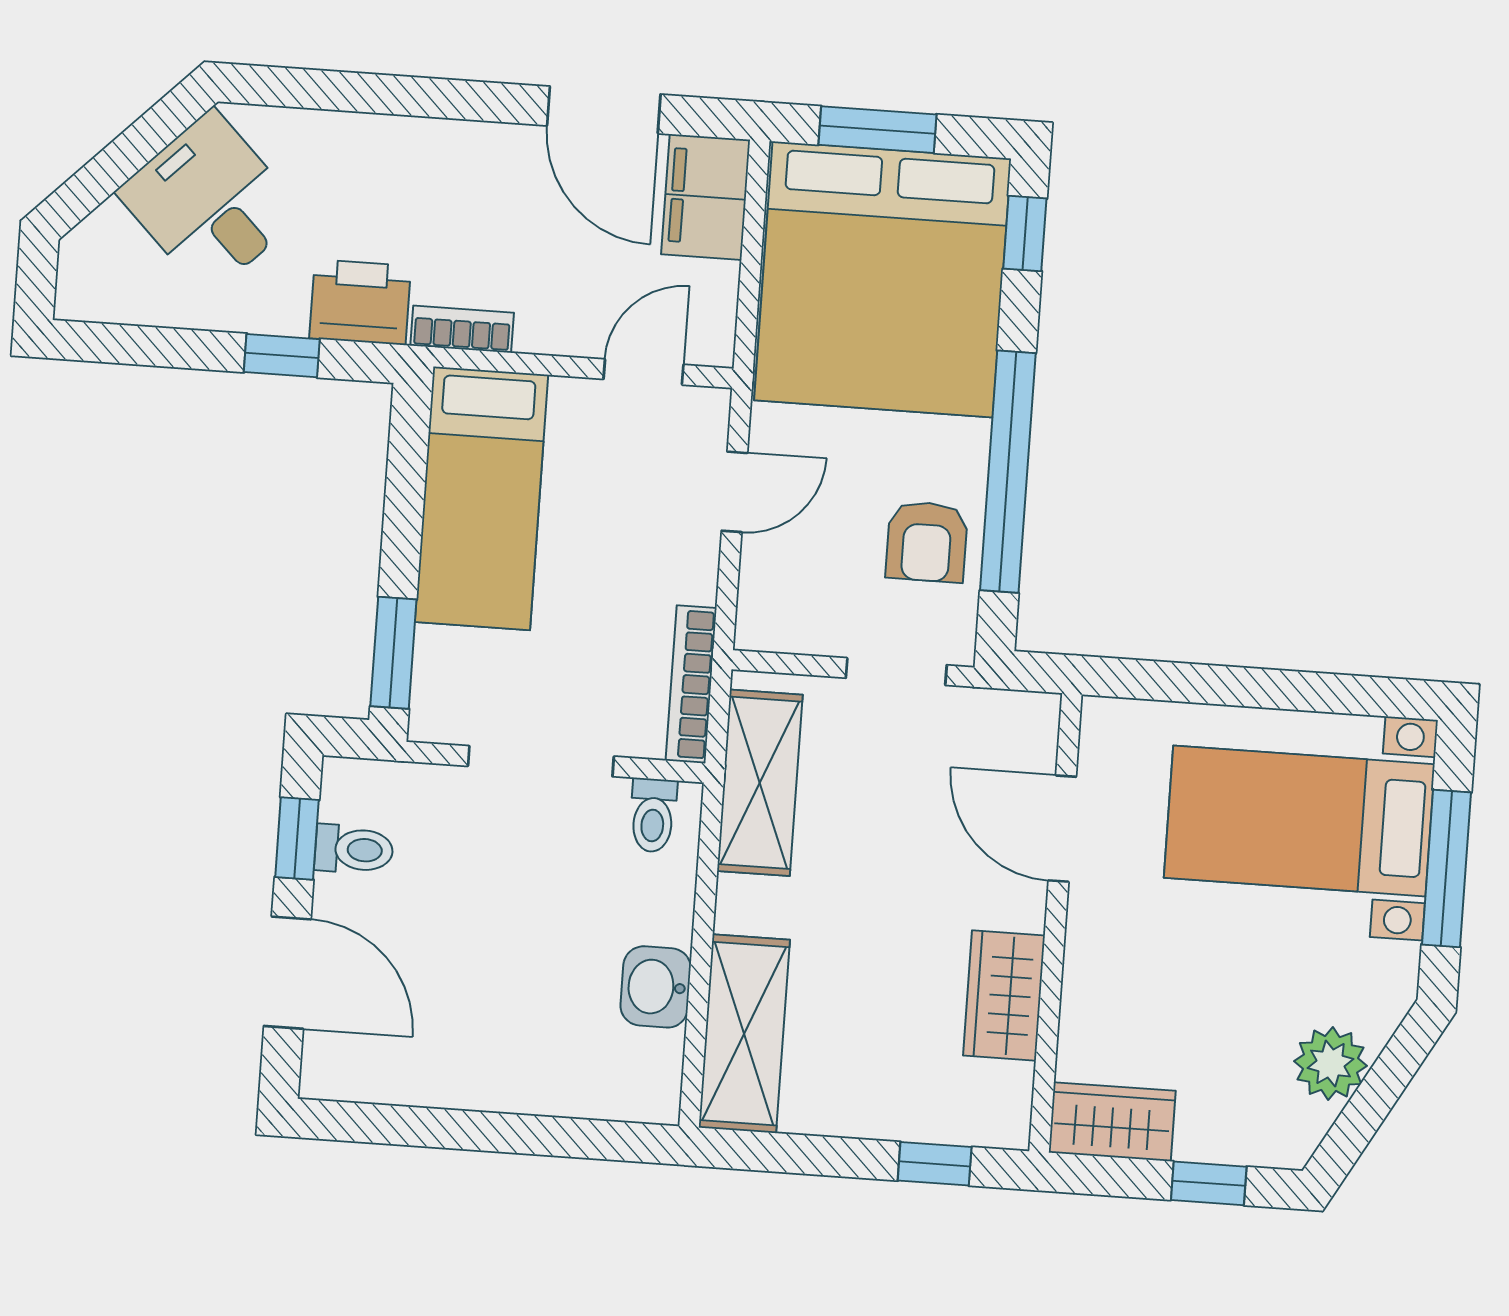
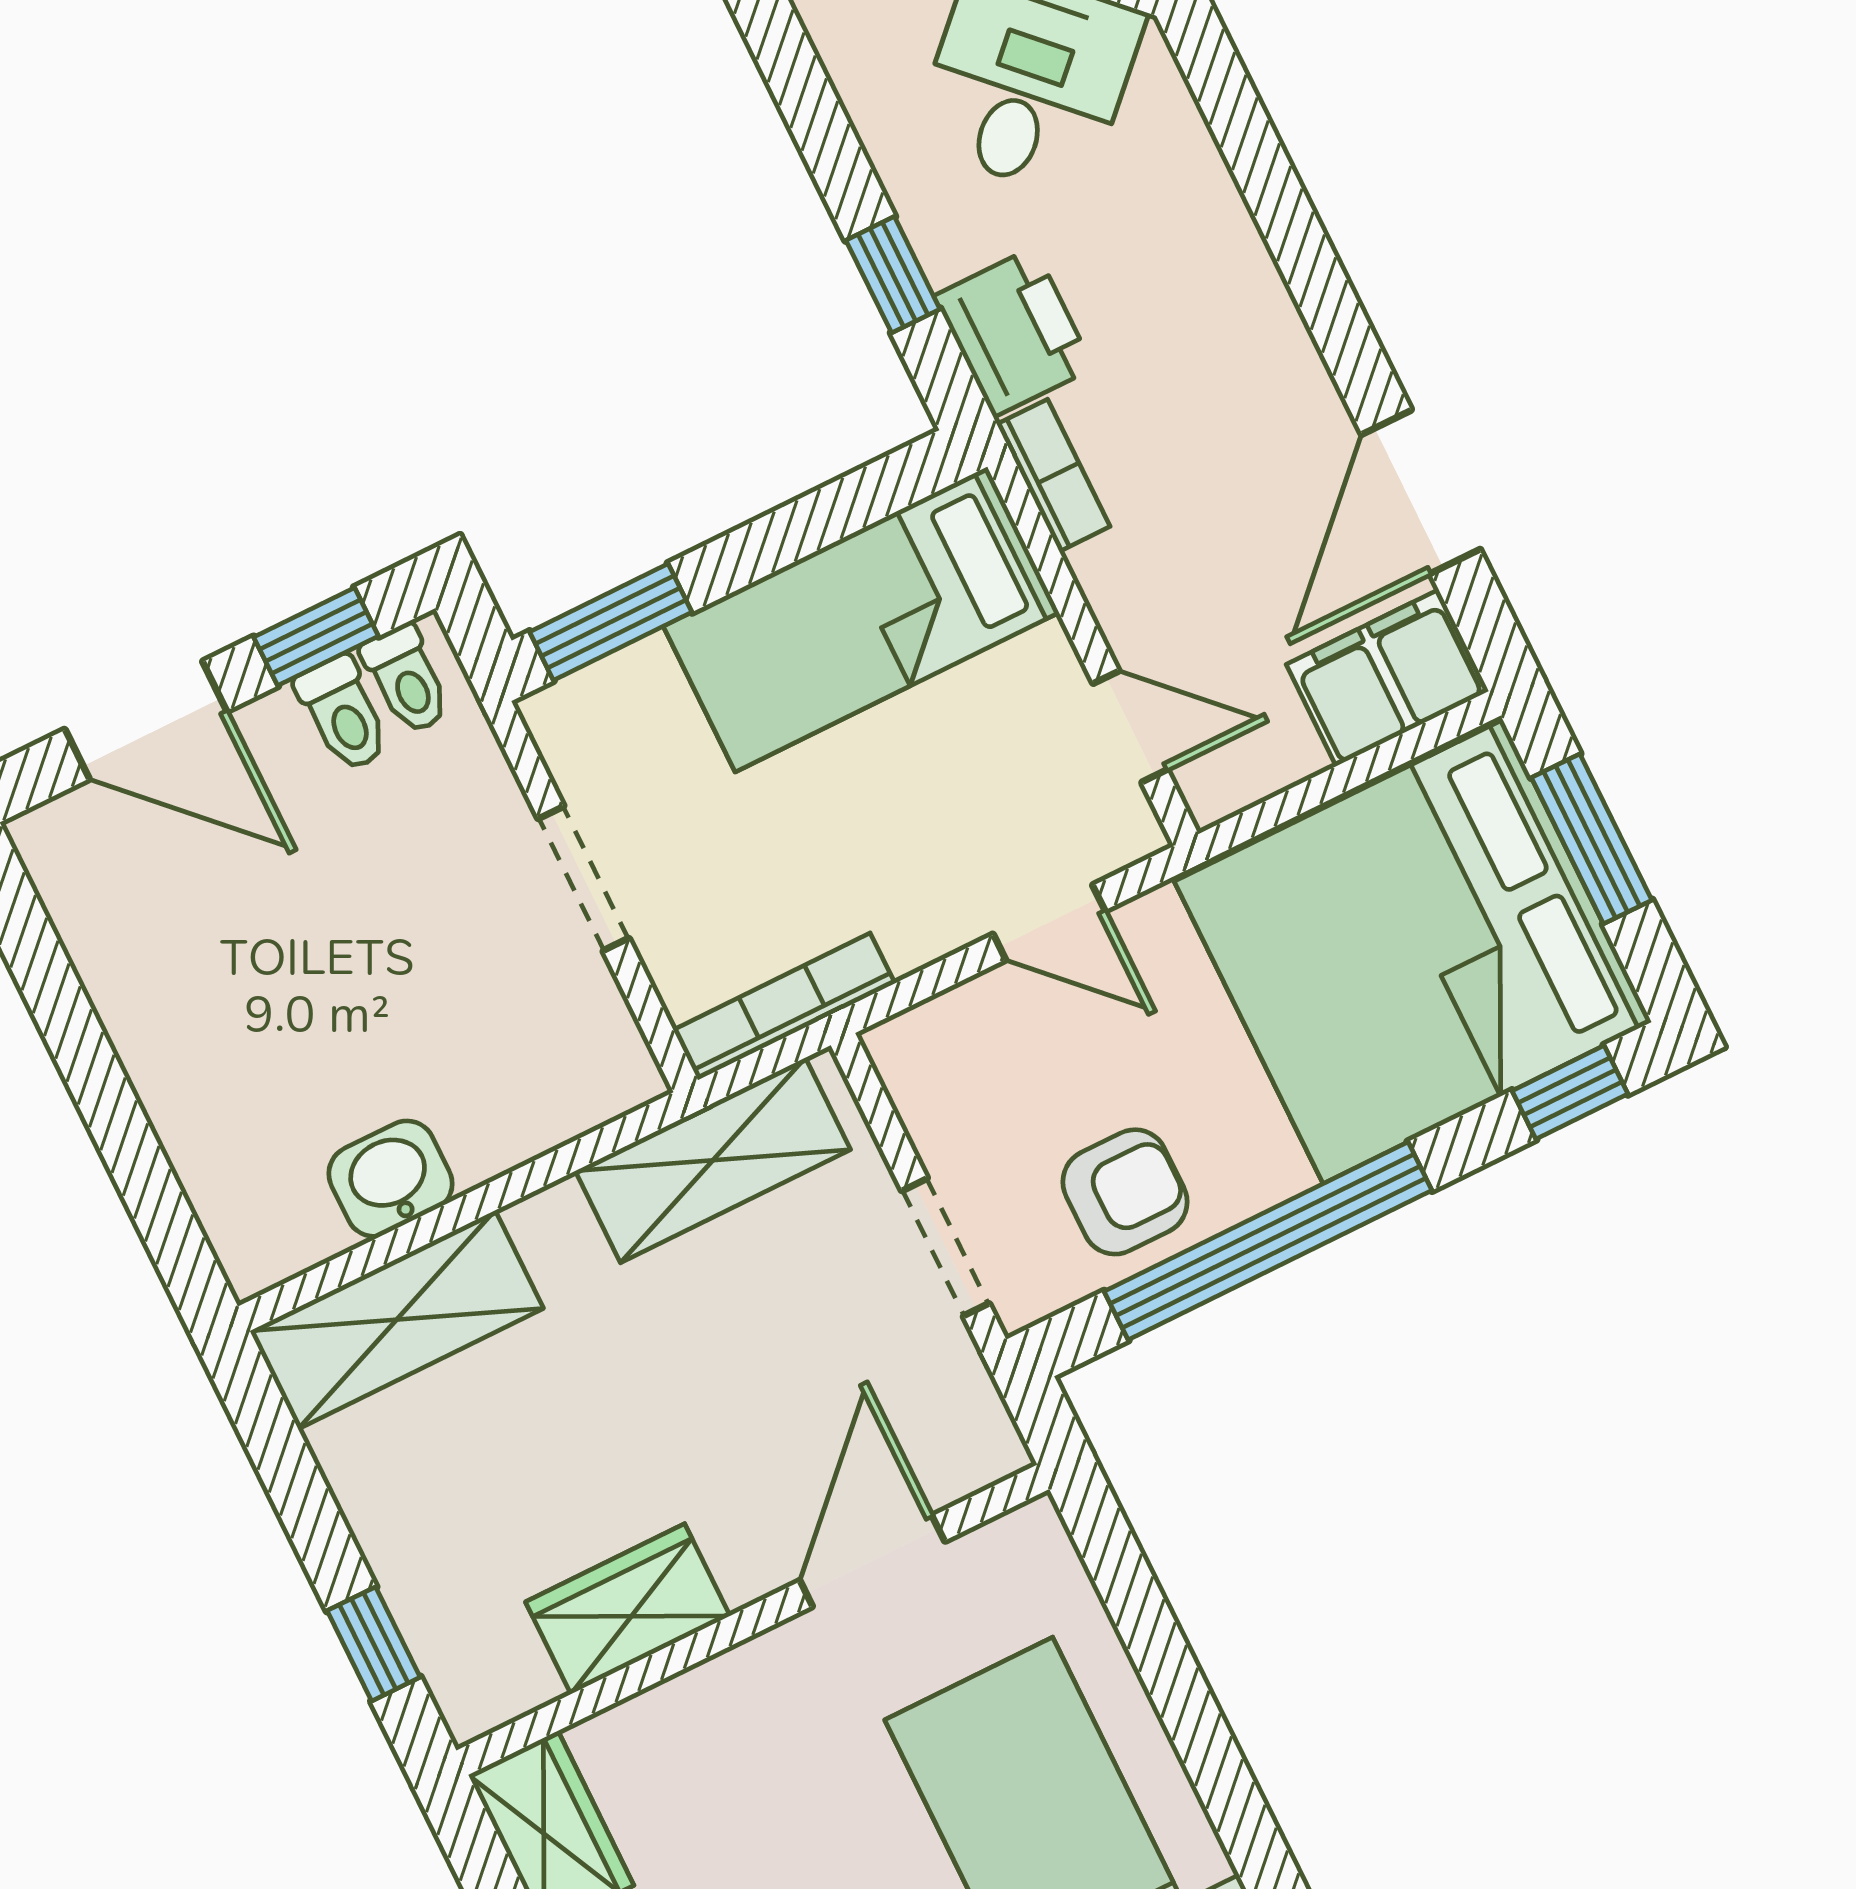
armchair: (927, 542) -> (1125, 1192), turned 180
doorway: (541, 761) -> (584, 878), width x0.73
toilet: (653, 815) -> (407, 679), moved, turned -90
door: (287, 973) -> (146, 720), hinge flipped

